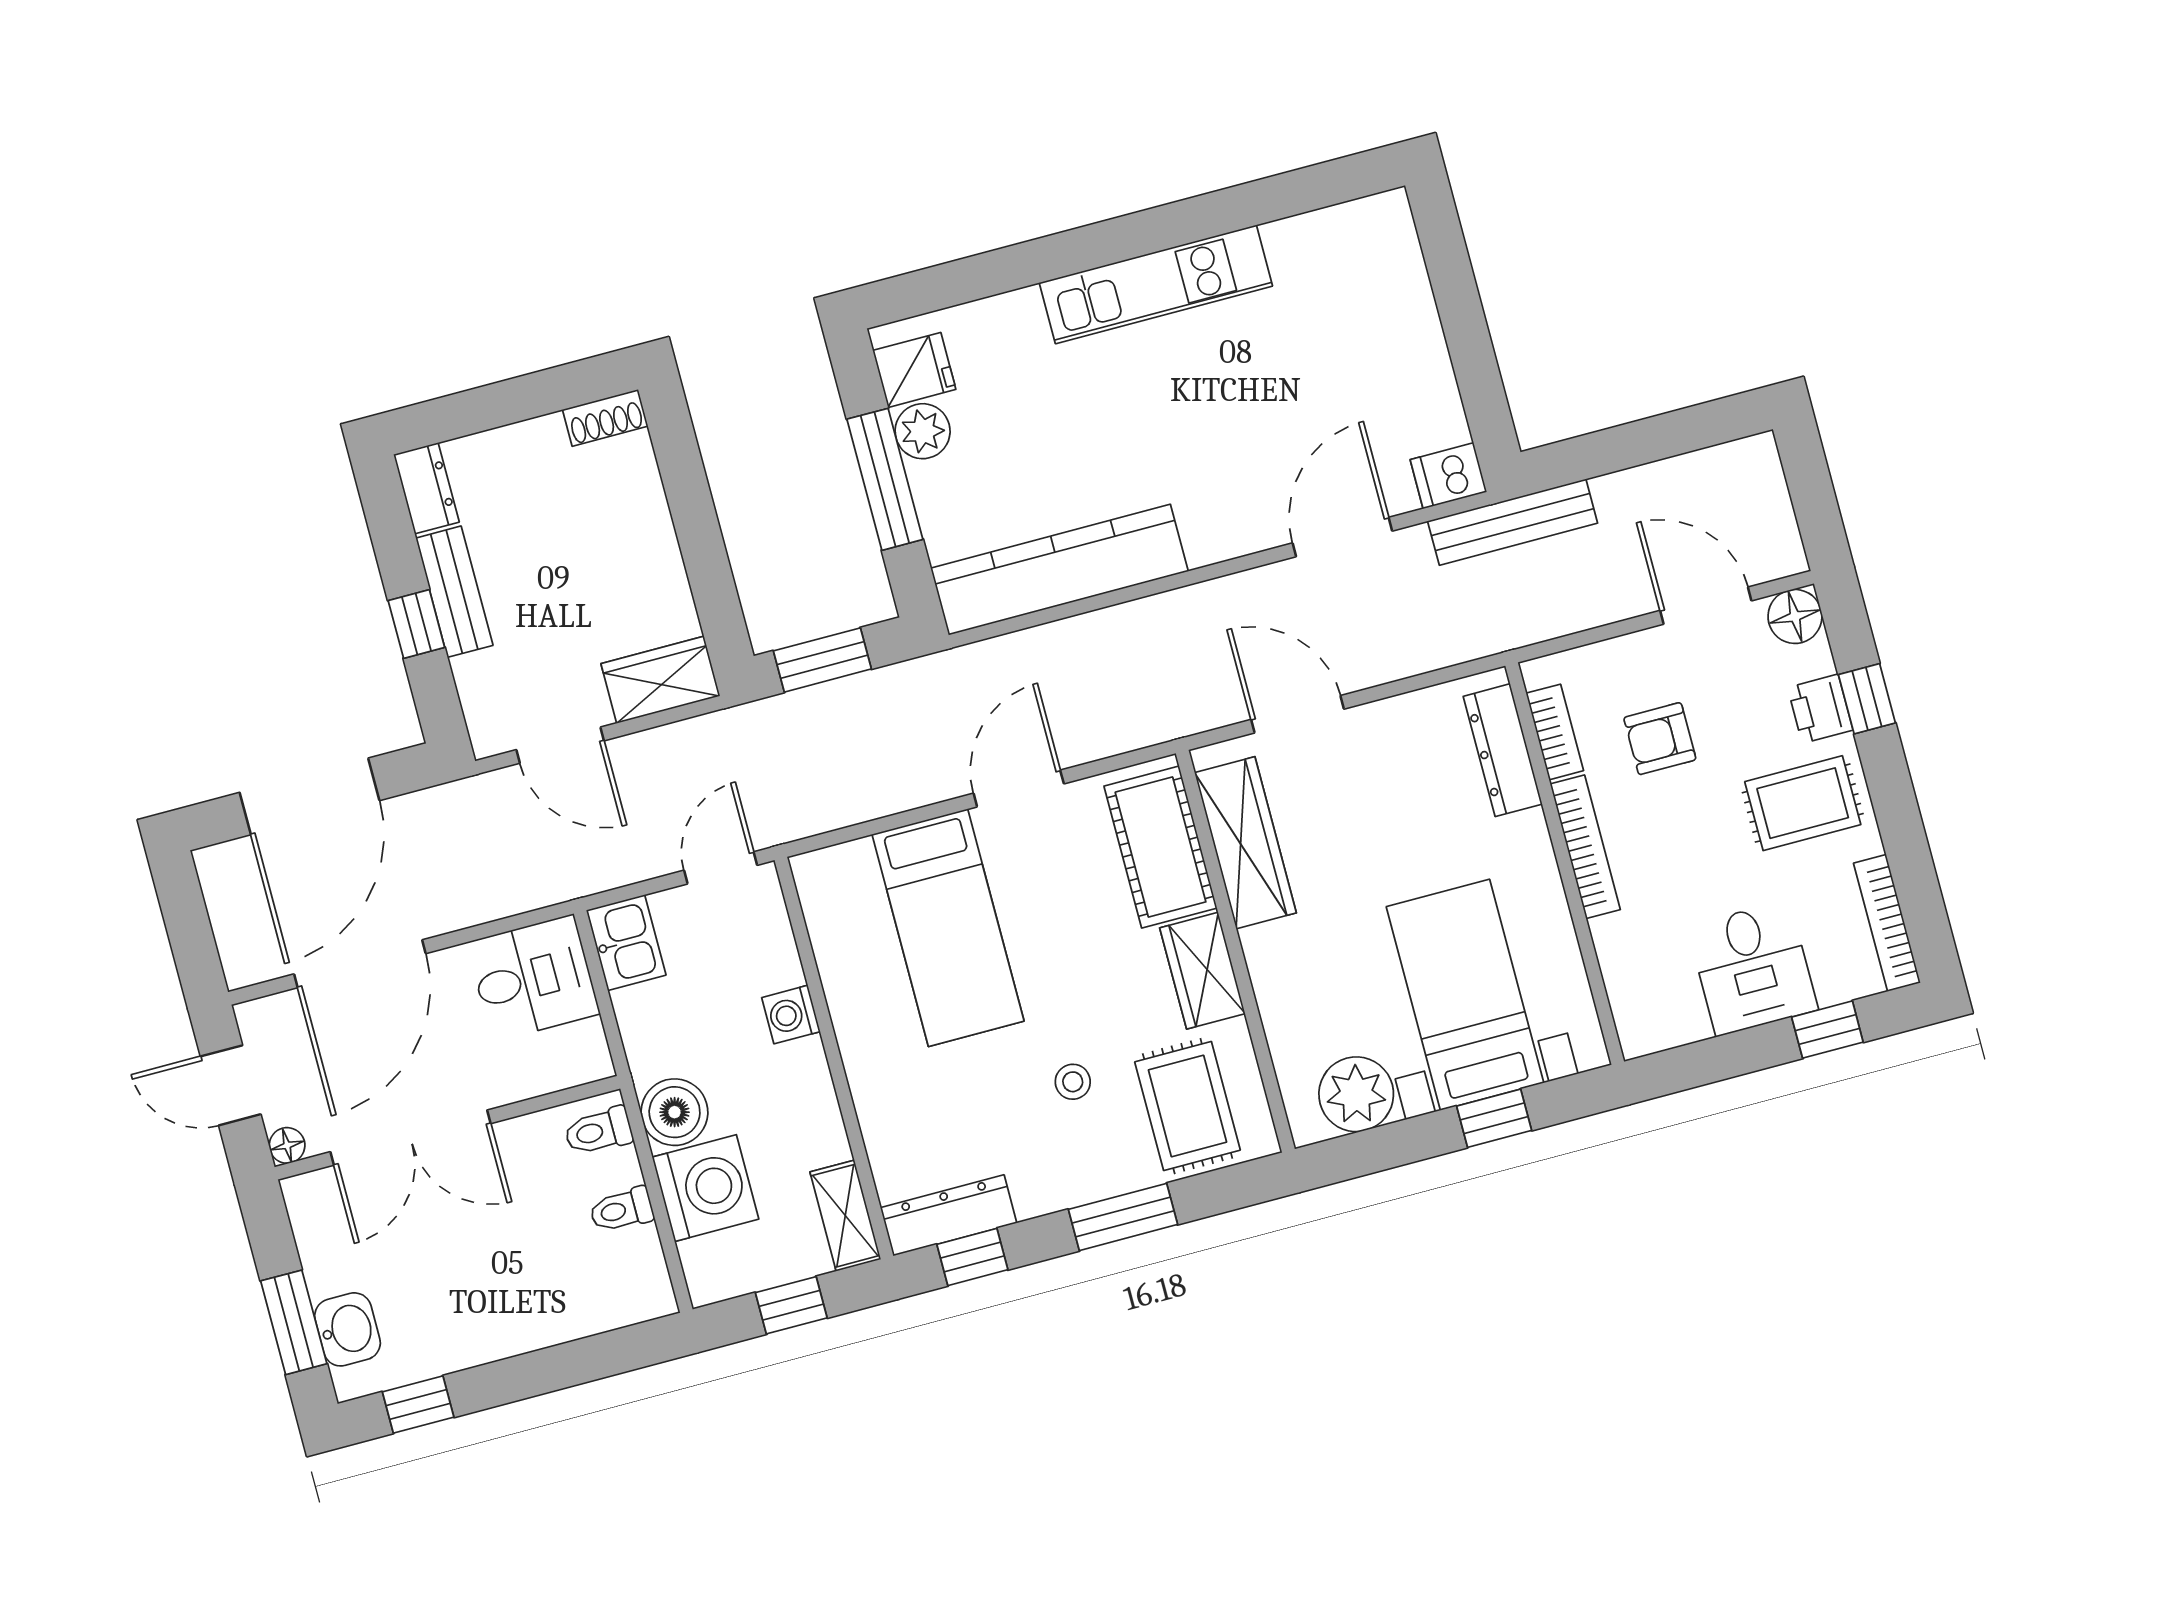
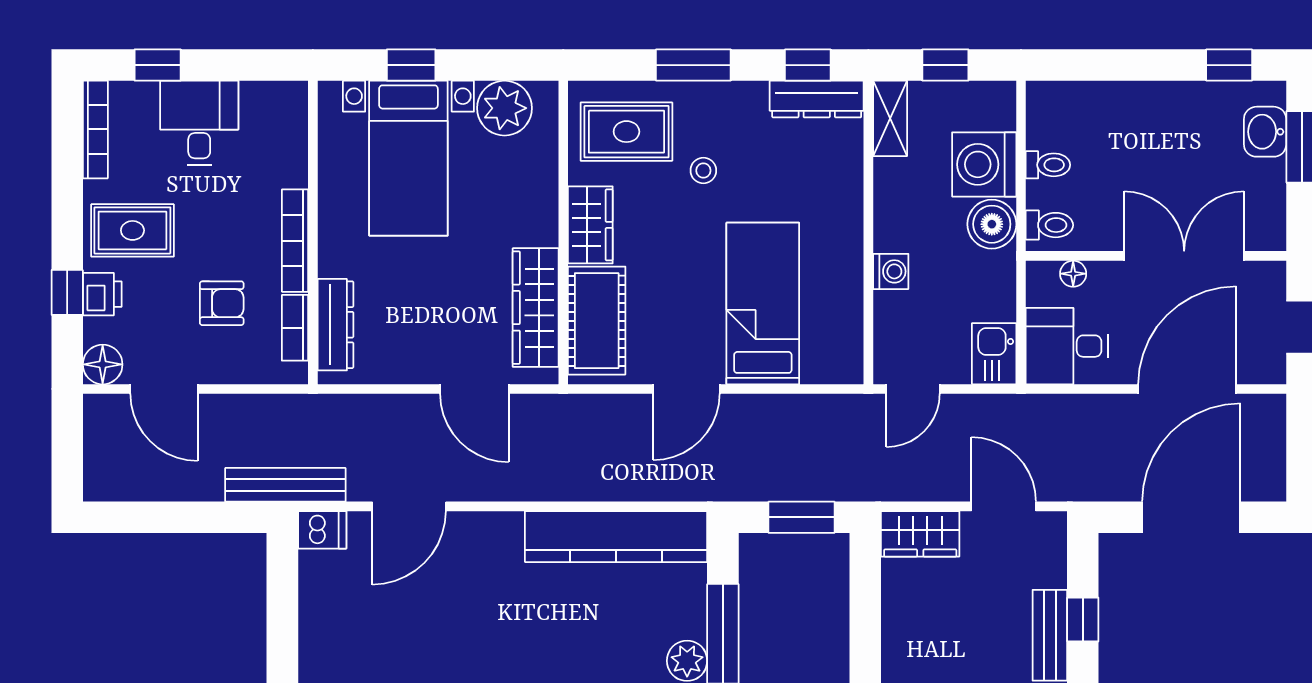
rug: (1188, 1106) -> (626, 132), turned 90
floor lamp: (287, 1145) -> (1073, 274), moved

